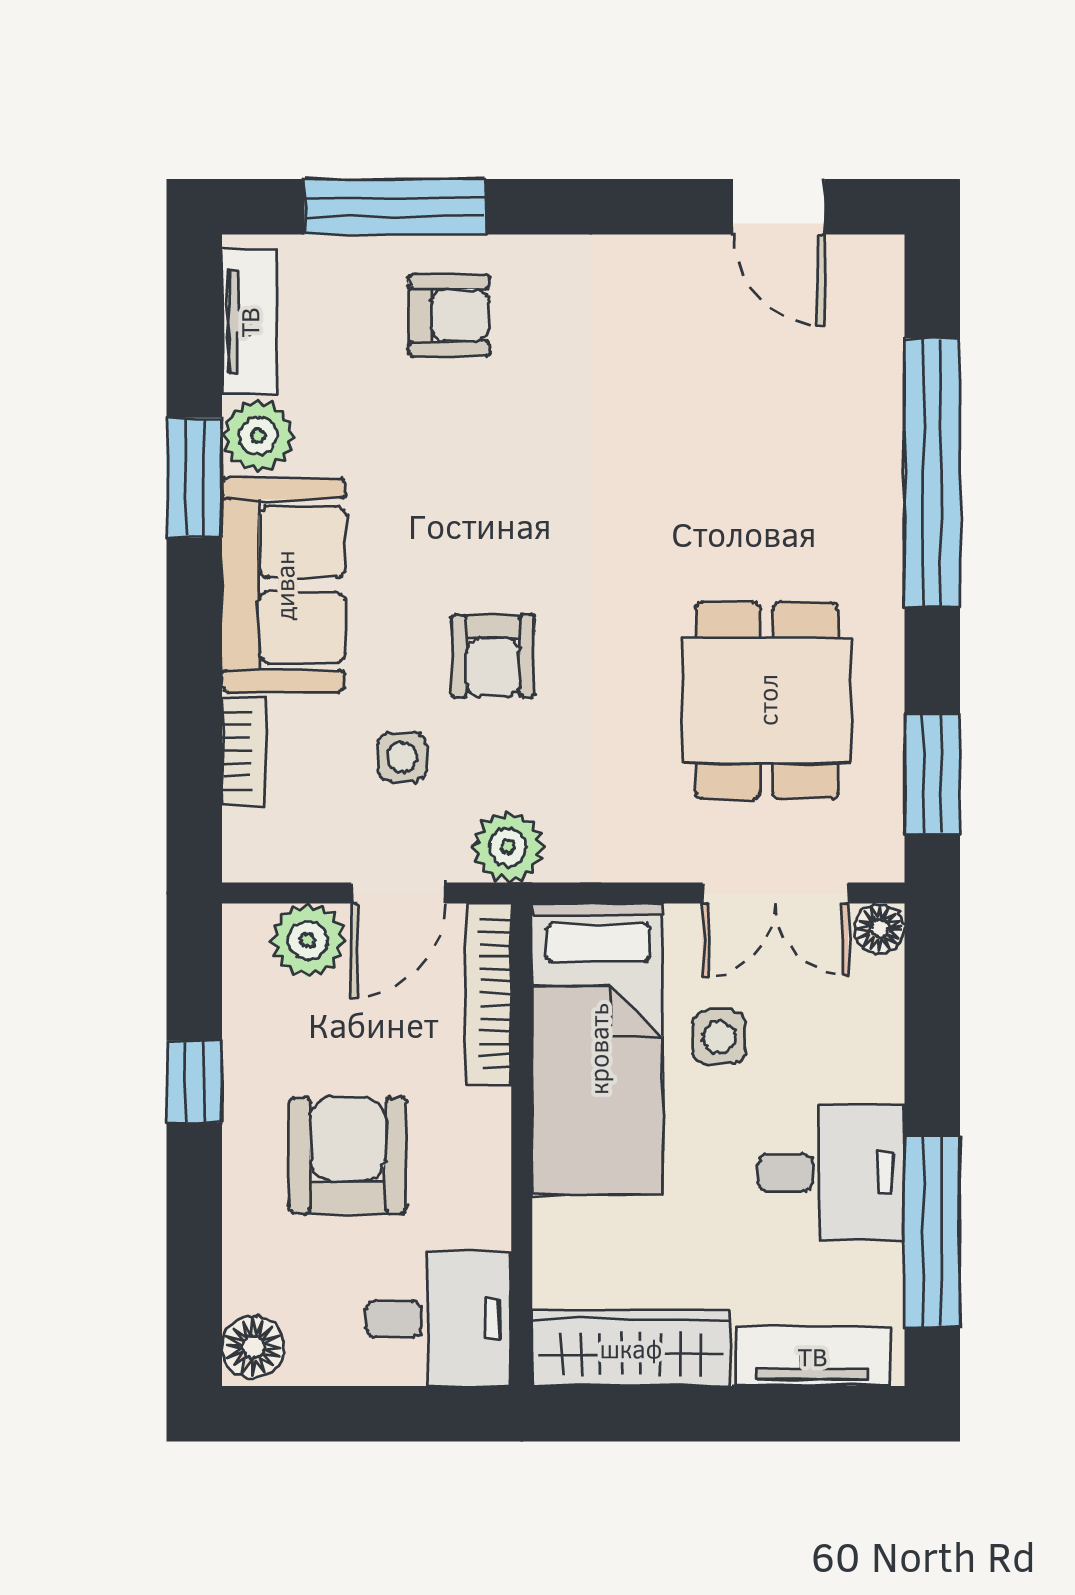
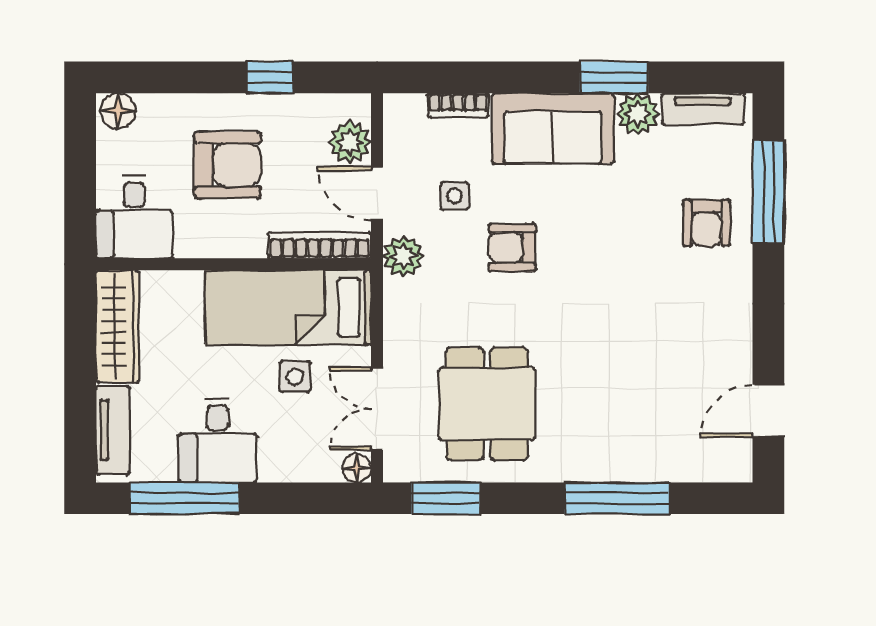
window: (932, 472) -> (617, 498), width x0.68
dining table: (767, 700) -> (487, 404), turned 90

